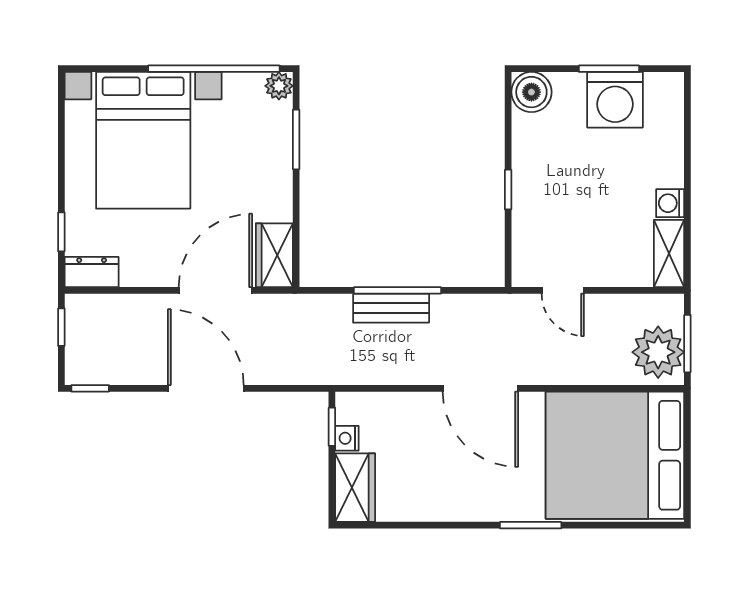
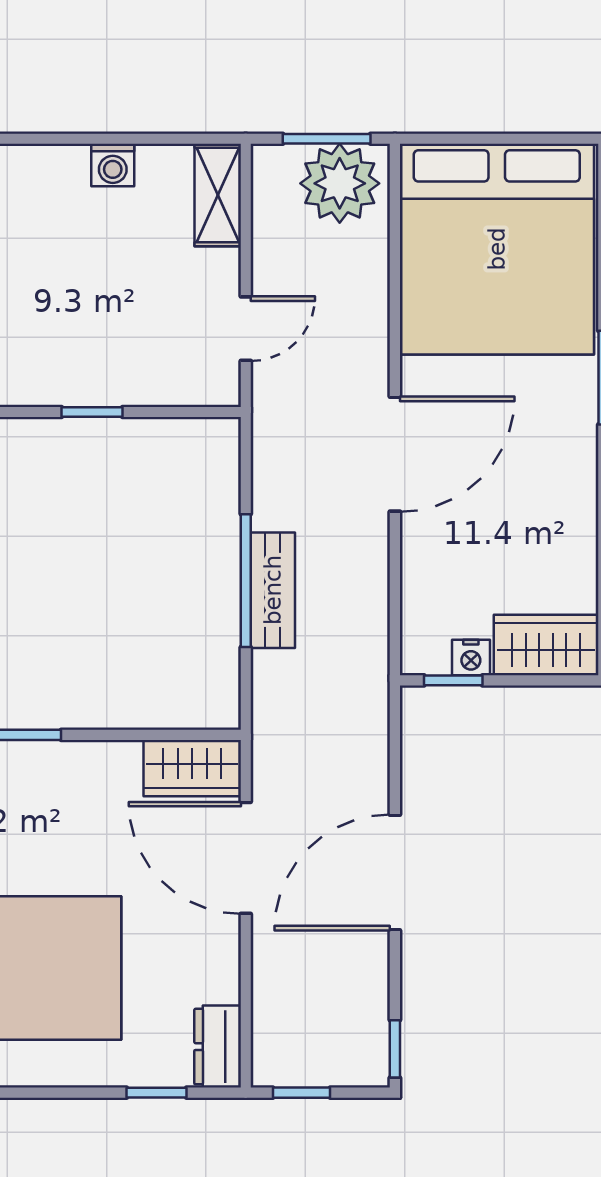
shelving: (669, 254) -> (218, 195), moved, turned 90

